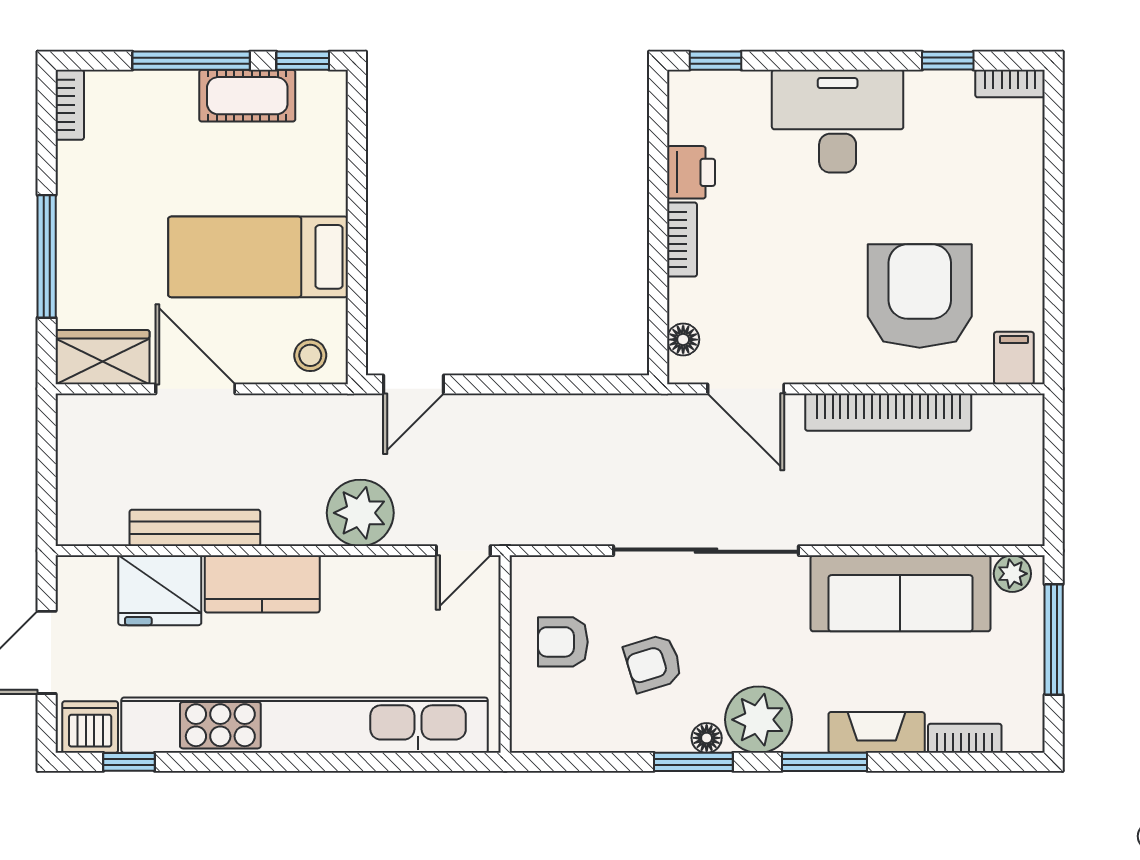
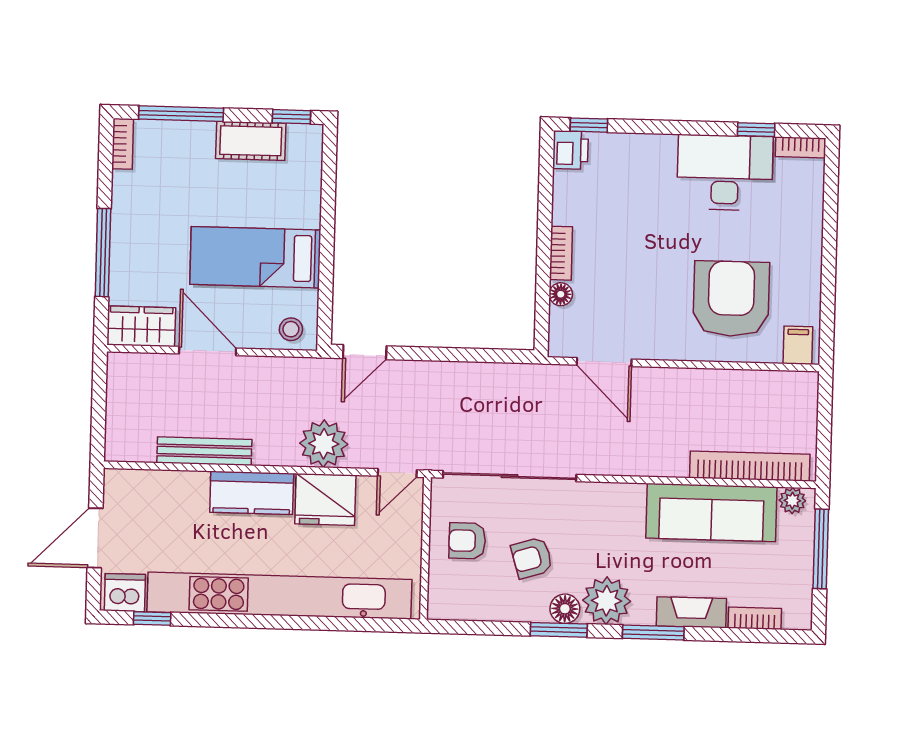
window: (191, 61) -> (181, 114), moved
desk: (838, 121) -> (725, 172), moved
printer: (691, 172) -> (570, 150), moved
floor lamp: (683, 340) -> (561, 294), moved
bookcase: (888, 412) -> (750, 466), moved, turned 180
sliding door: (706, 551) -> (510, 476), moved
fridge: (160, 590) -> (325, 500), moved
floor lamp: (707, 738) -> (565, 609), width x1.37, depth x1.37

